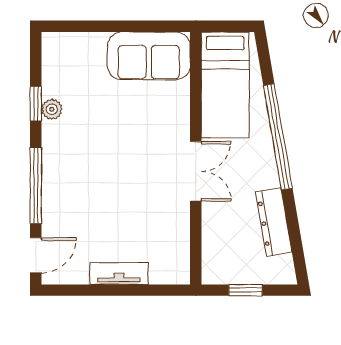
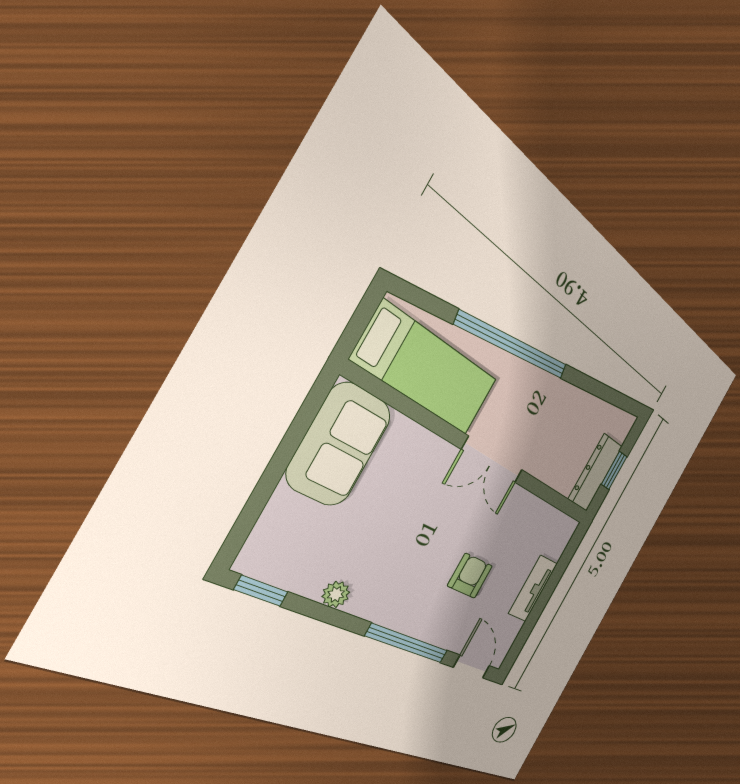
window: (36, 104) -> (261, 591), moved
double door: (196, 171) -> (493, 460), swing flipped
armchair: (105, 207) -> (470, 576), added
dresser: (274, 222) -> (595, 473), moved, turned 100

